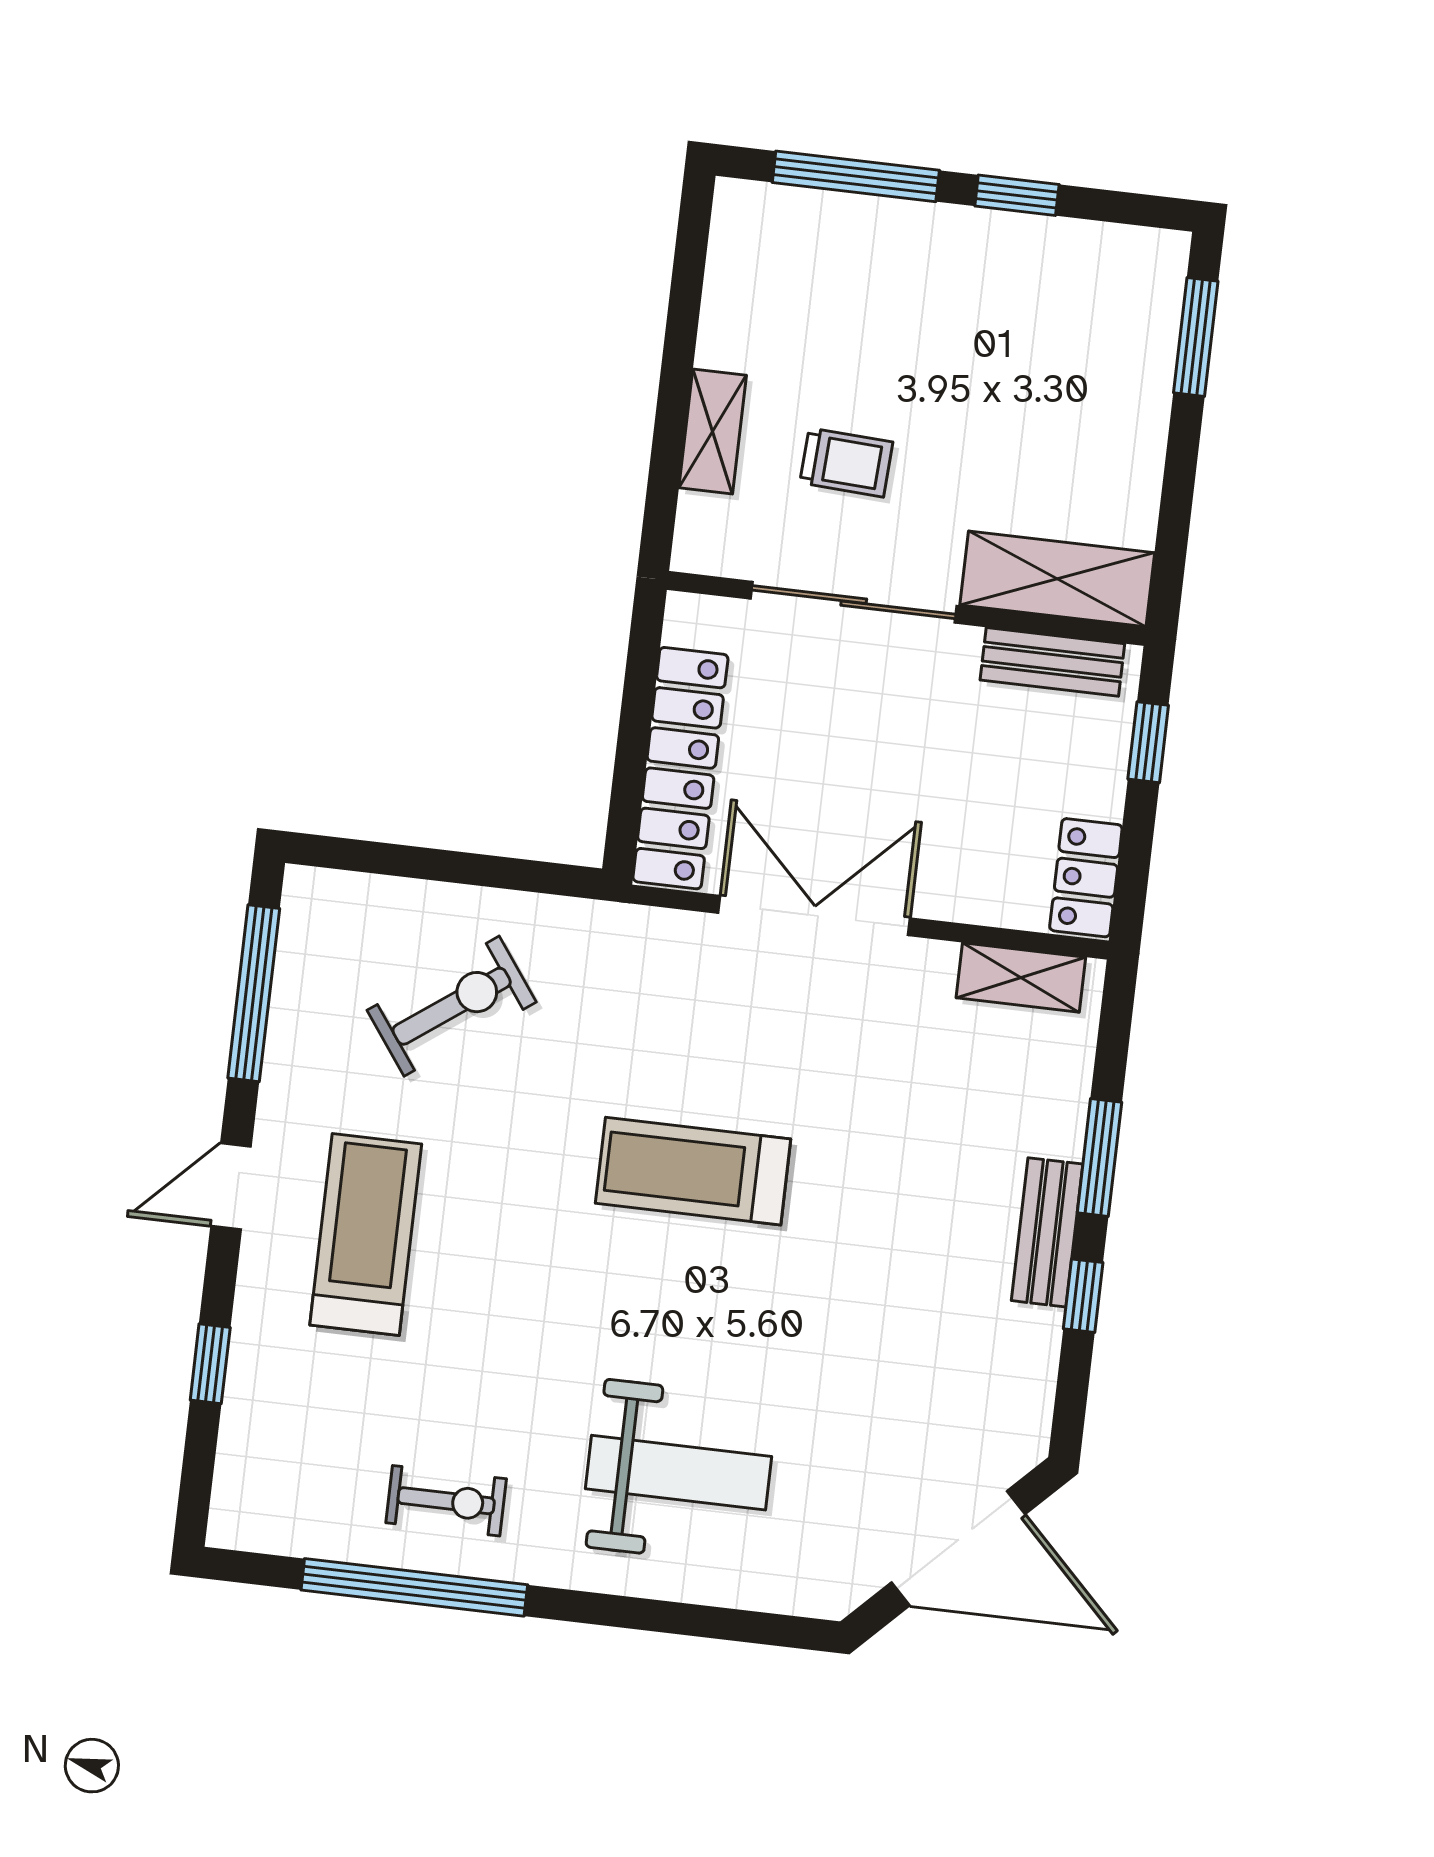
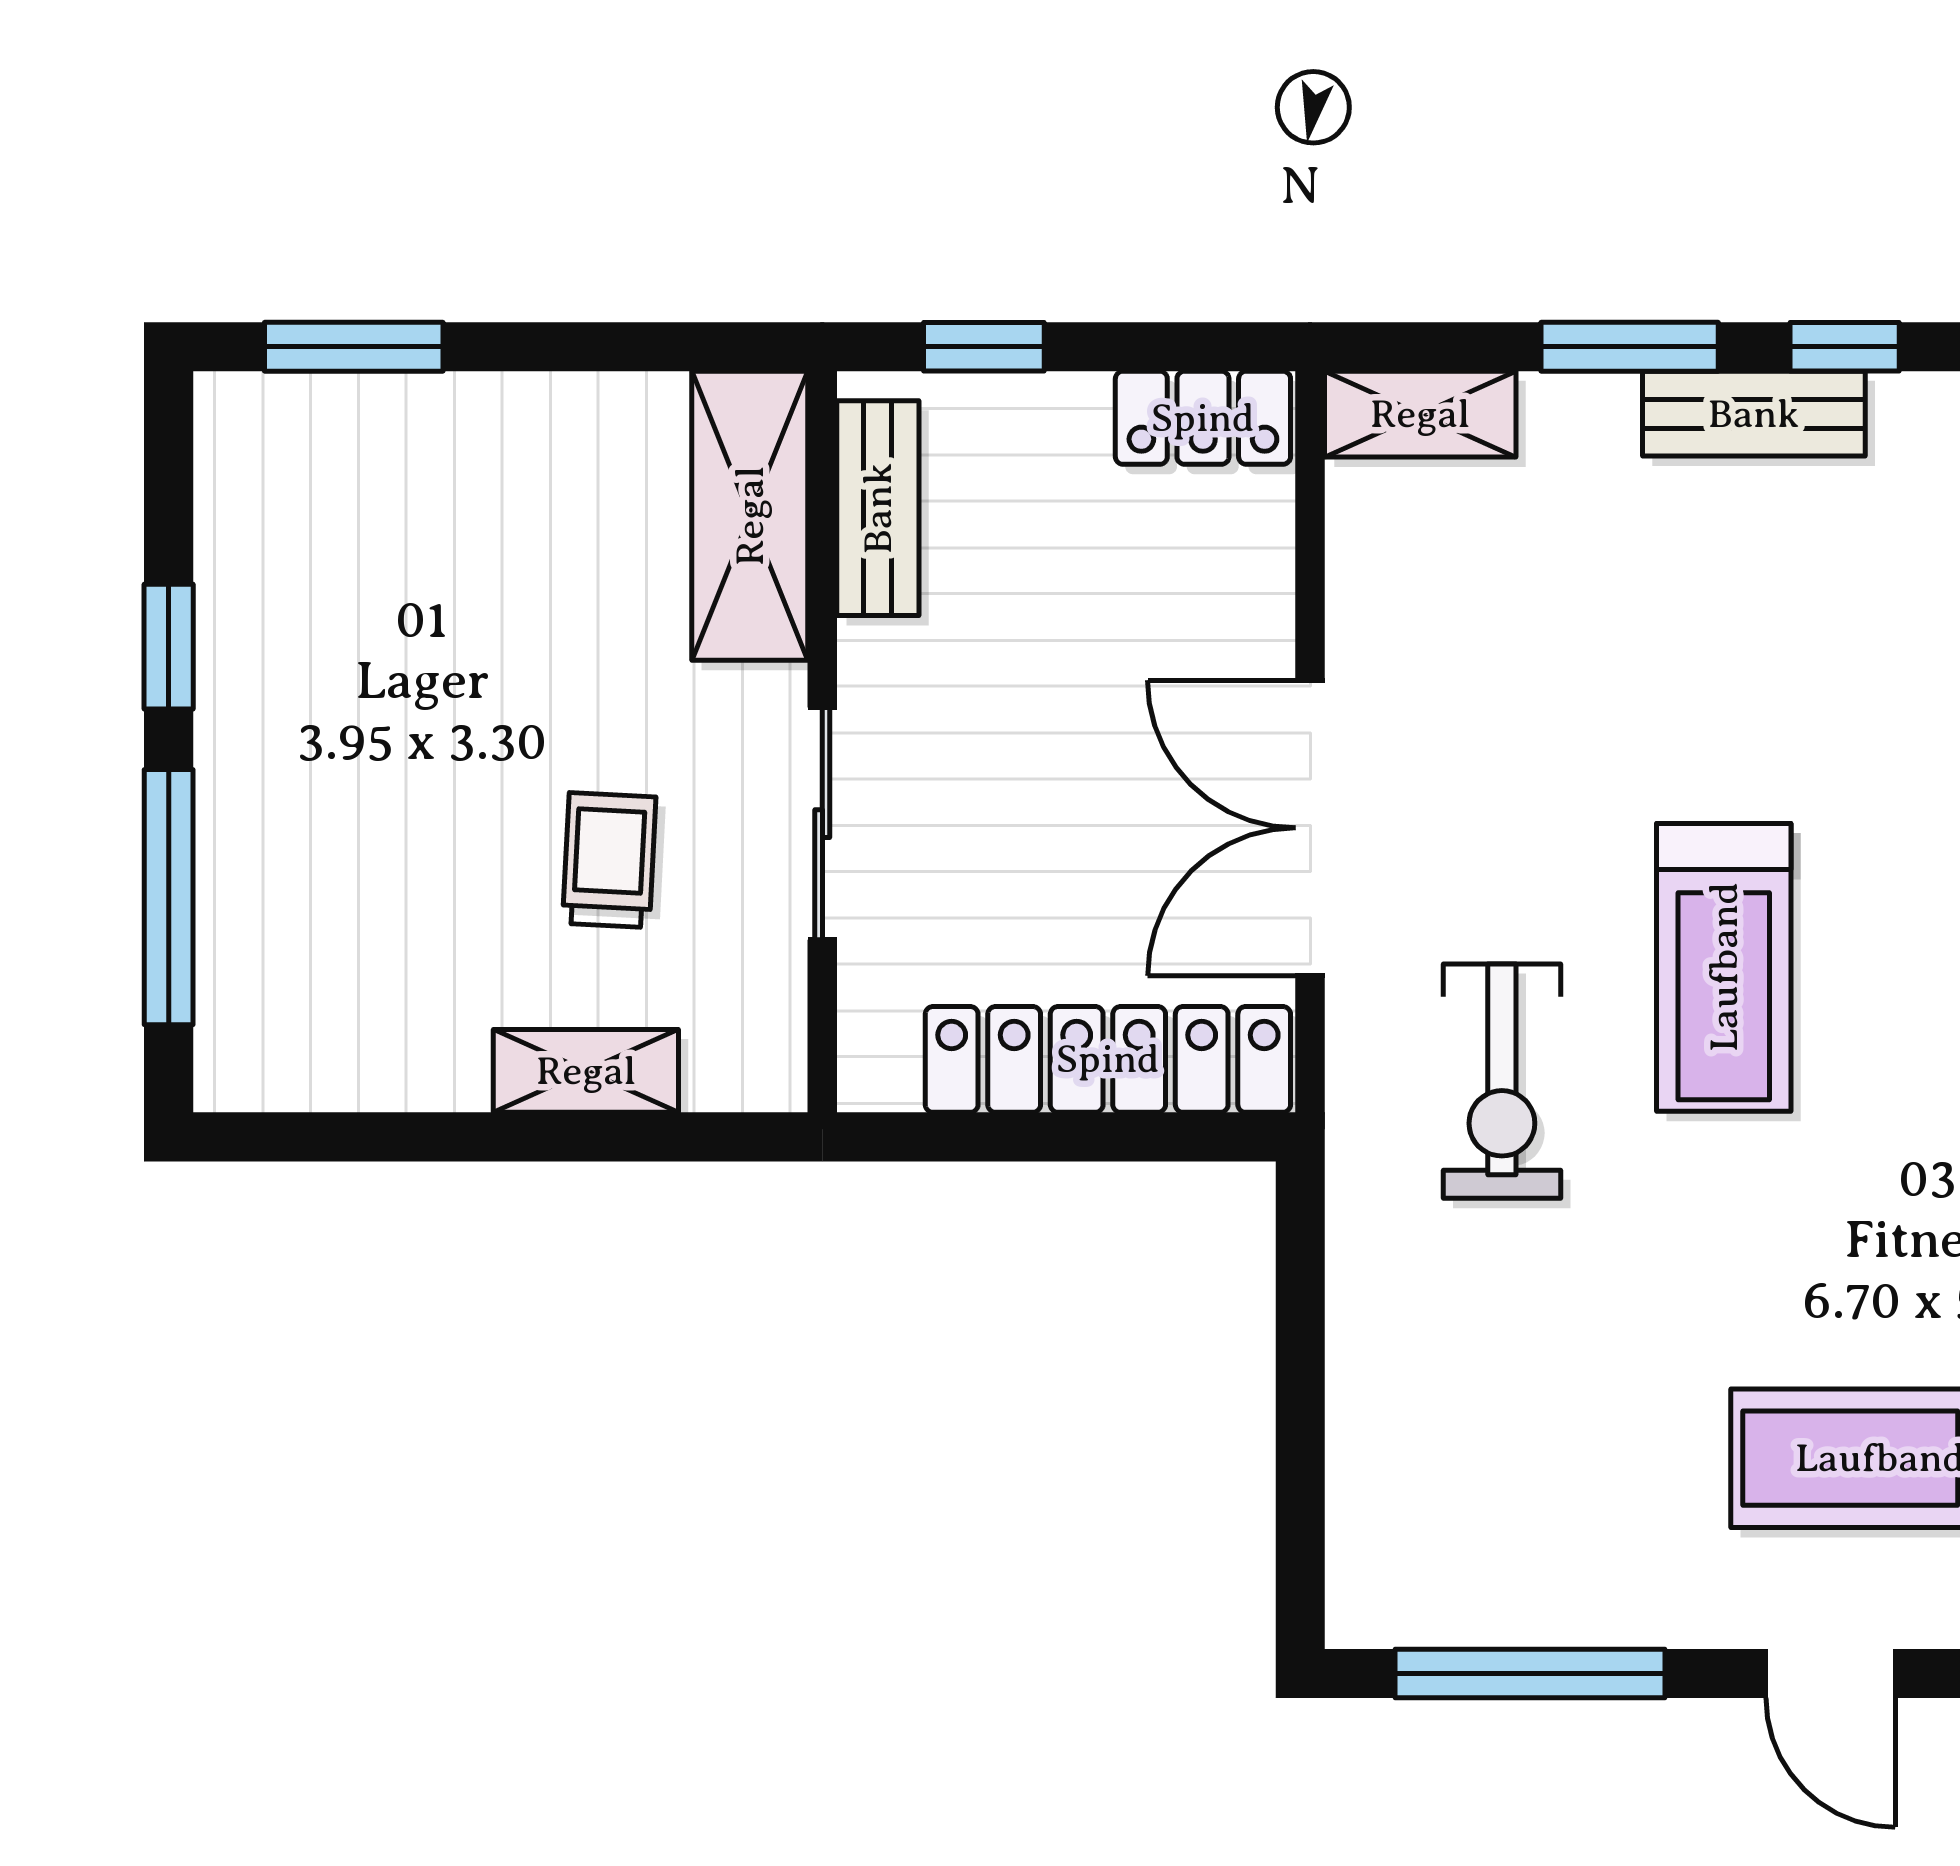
sliding door: (854, 602) -> (822, 824), width x0.73
shelving: (1021, 977) -> (1420, 414), moved, turned 90
exercise bike: (452, 1006) -> (1502, 1081), moved, turned -144

